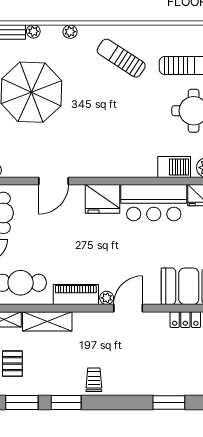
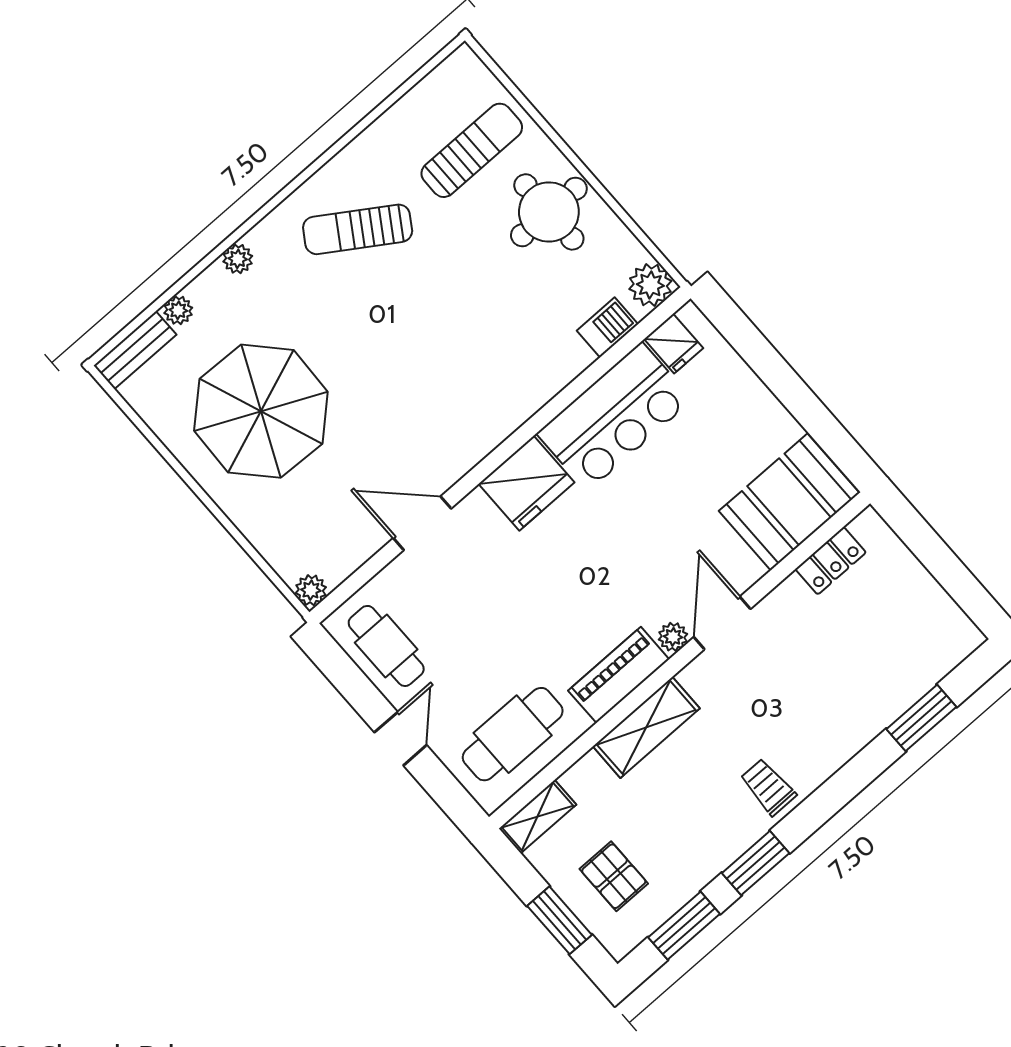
barbecue: (174, 167) -> (607, 327), width x0.73, depth x0.79
door: (54, 181) -> (422, 523), swing flipped
shelving: (47, 321) -> (646, 727), moved

